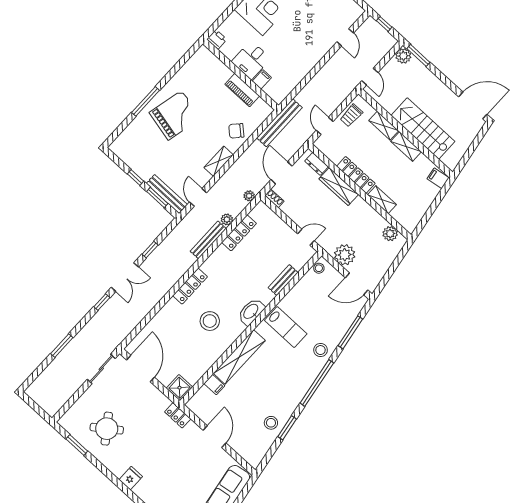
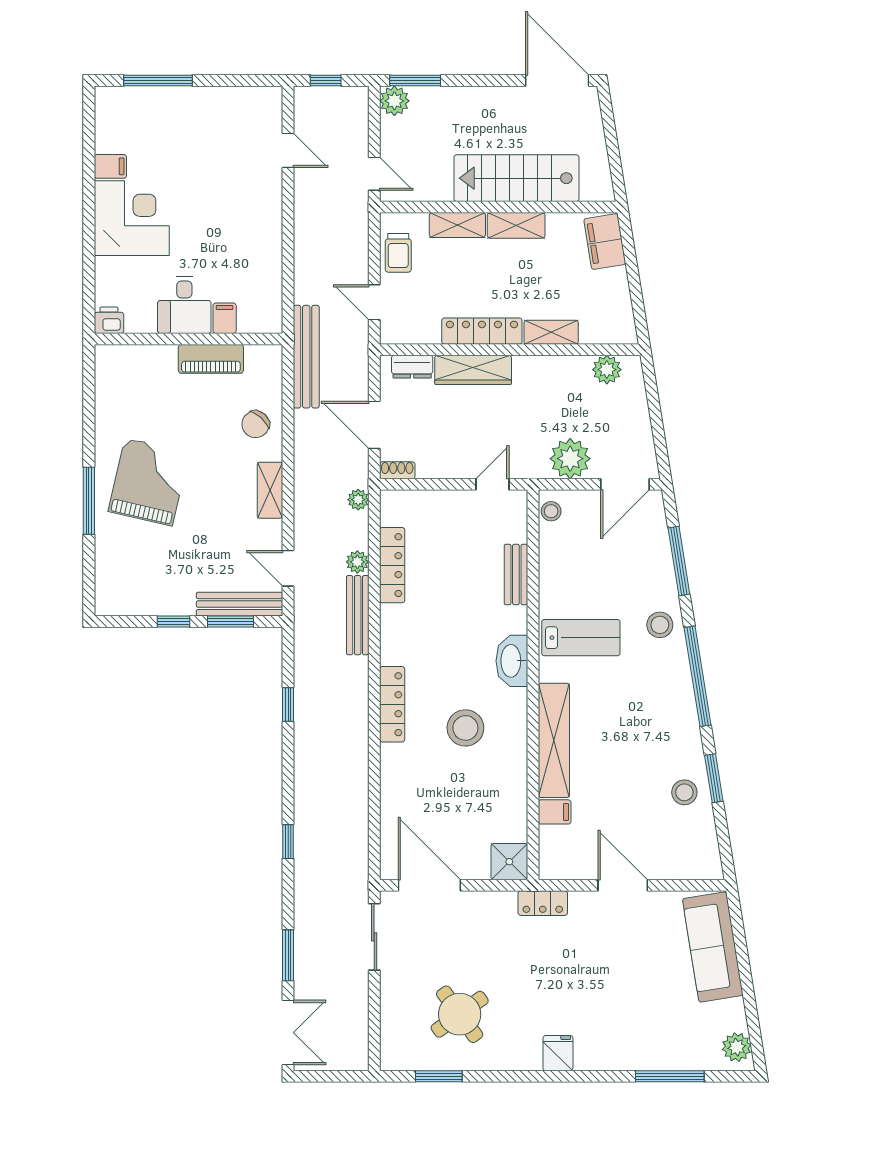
door: (473, 105) -> (557, 81), hinge flipped
filing cabinet: (438, 178) -> (605, 242), width x2.00
double door: (125, 277) -> (288, 1033), moved

